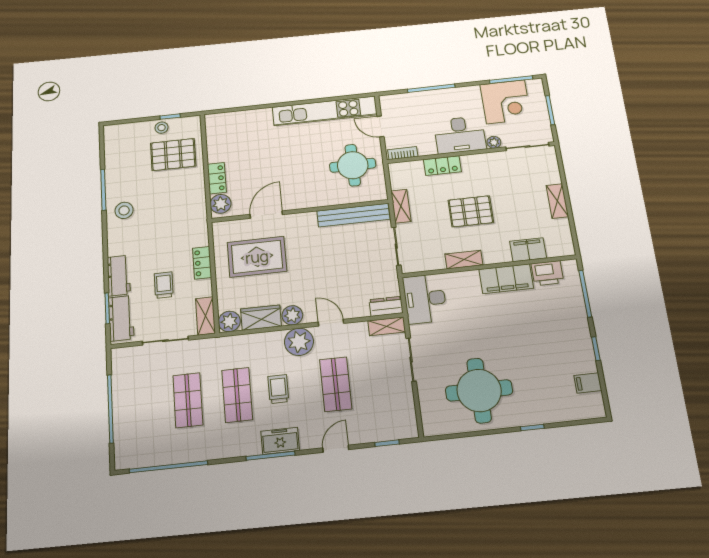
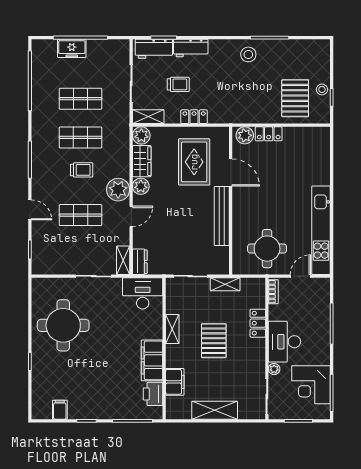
shelving: (557, 201) -> (215, 410), width x1.50, depth x1.33
bench: (353, 215) -> (222, 216), moved
freezer: (280, 441) -> (72, 48), moved, turned 90

